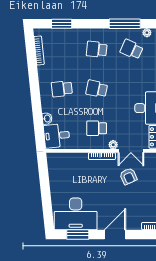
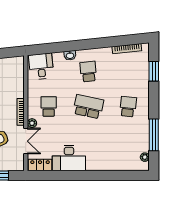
school desk: (132, 49) -> (128, 142), removed
school desk: (97, 89) -> (88, 107), width x1.85
washbasin: (47, 118) -> (70, 55), moved
double door: (131, 151) -> (26, 141), swing flipped

